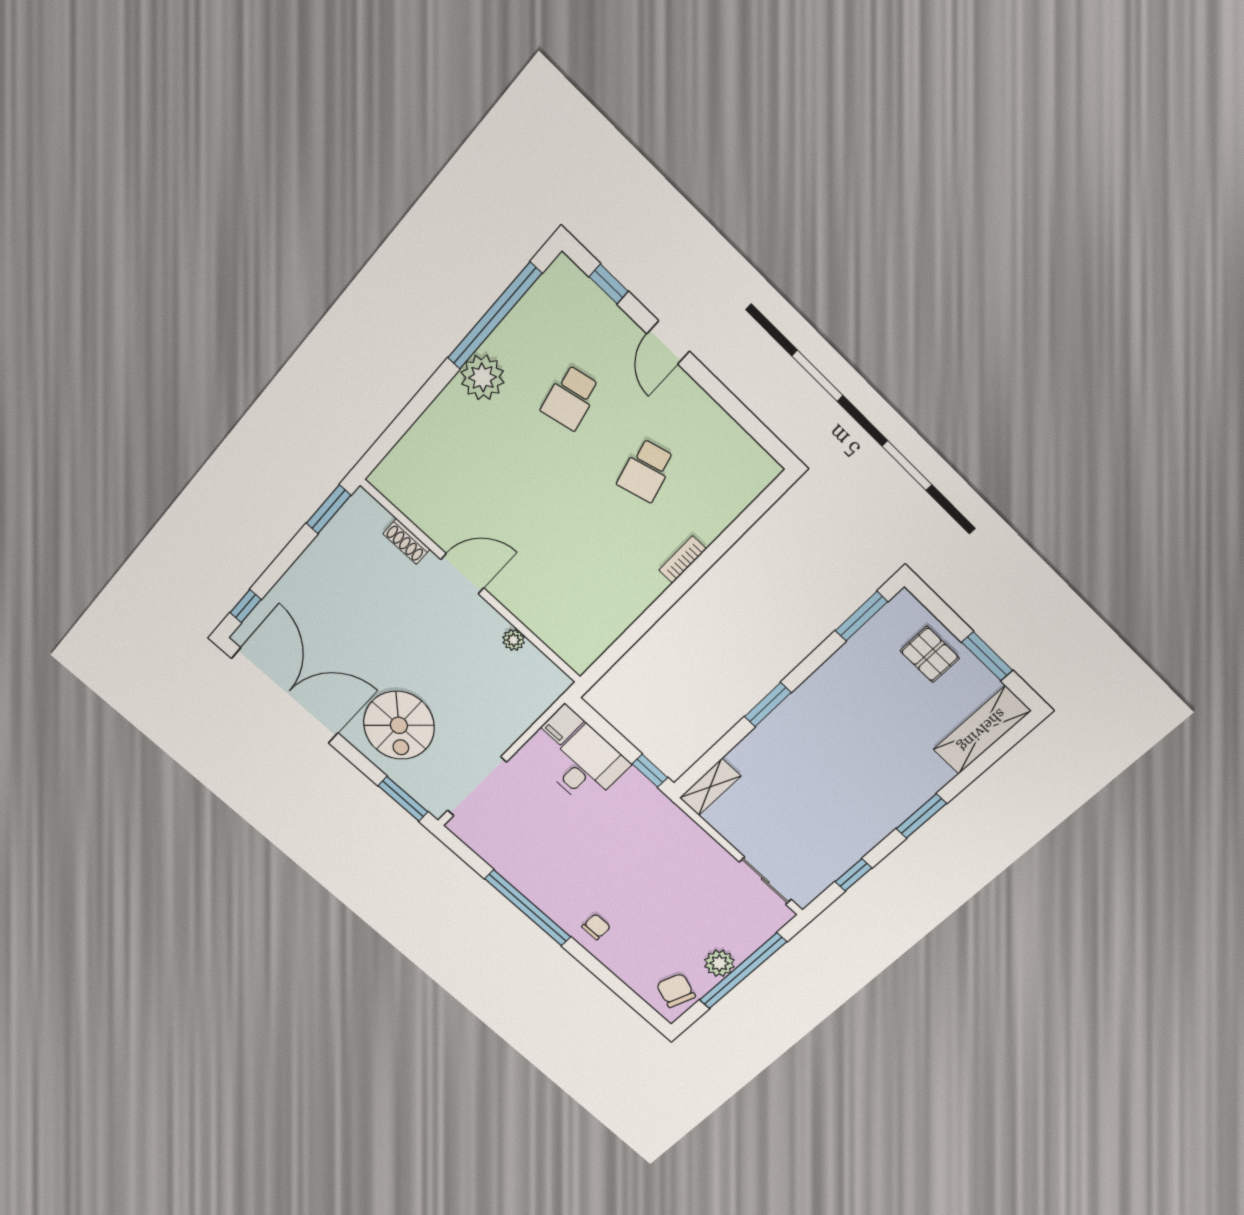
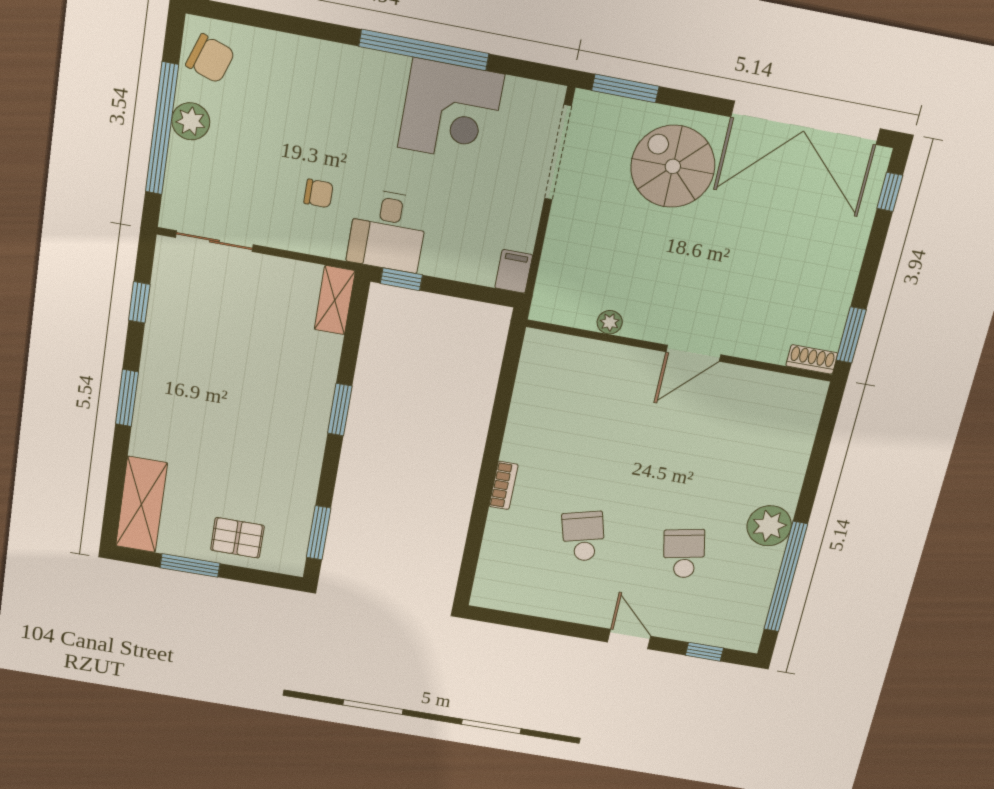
shoe rack: (406, 541) -> (812, 359), moved
desk: (587, 766) -> (388, 231), moved
corner desk: (535, 860) -> (451, 111), added
chair: (596, 927) -> (319, 193), moved, turned -90

